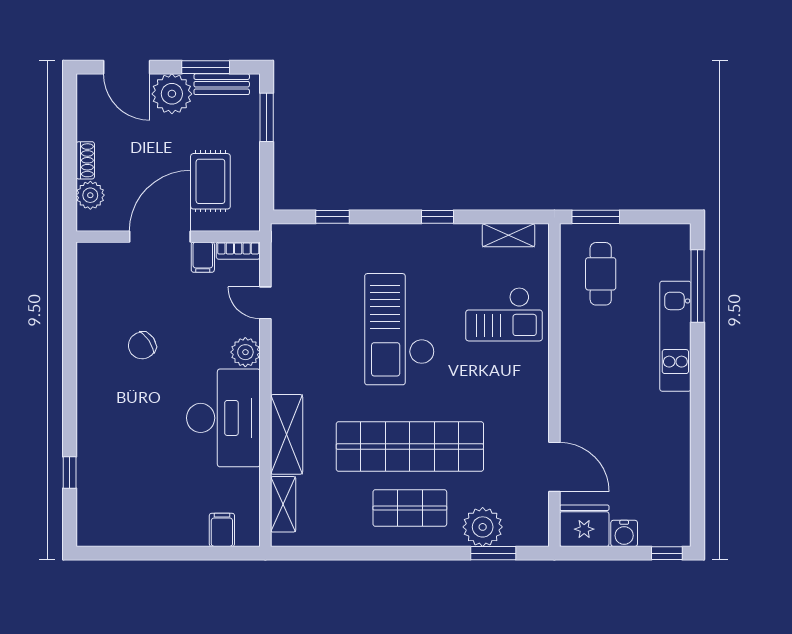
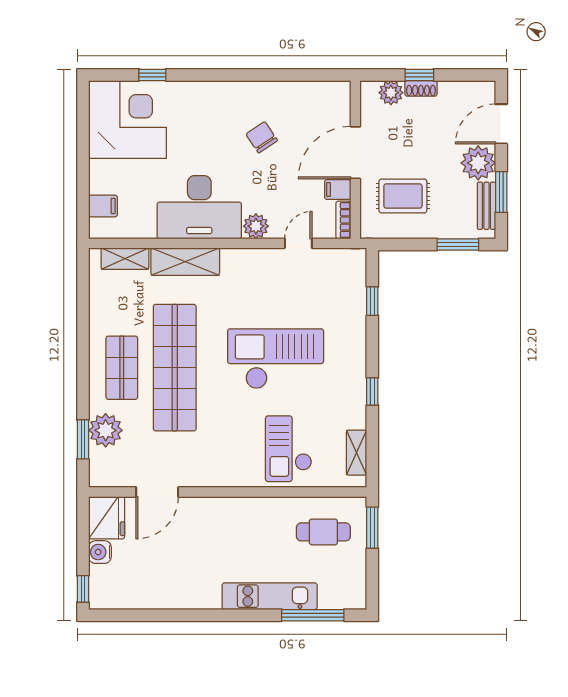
window: (70, 162) -> (419, 75), added
door: (160, 237) -> (355, 153), swing flipped
corner desk: (121, 501) -> (128, 119), added

